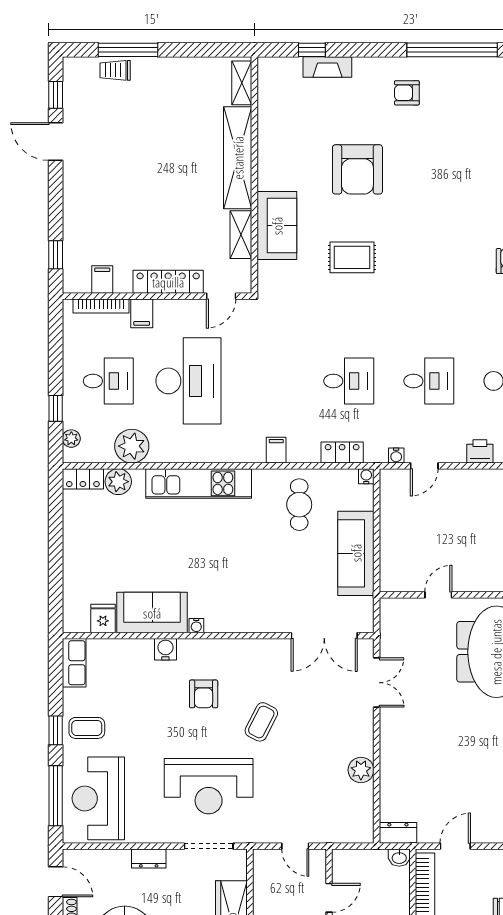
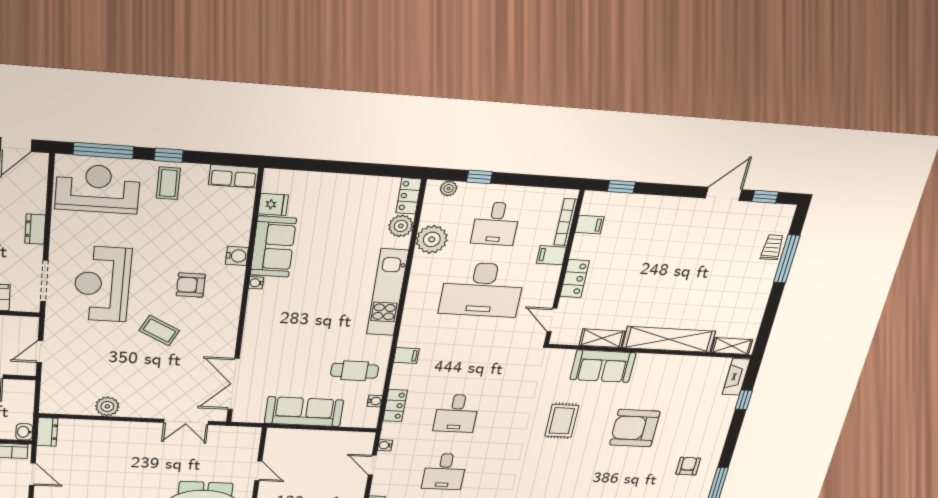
fireplace: (327, 67) -> (736, 377), moved
locker: (168, 282) -> (575, 279), width x0.66
water cooler: (366, 476) -> (375, 401), moved

